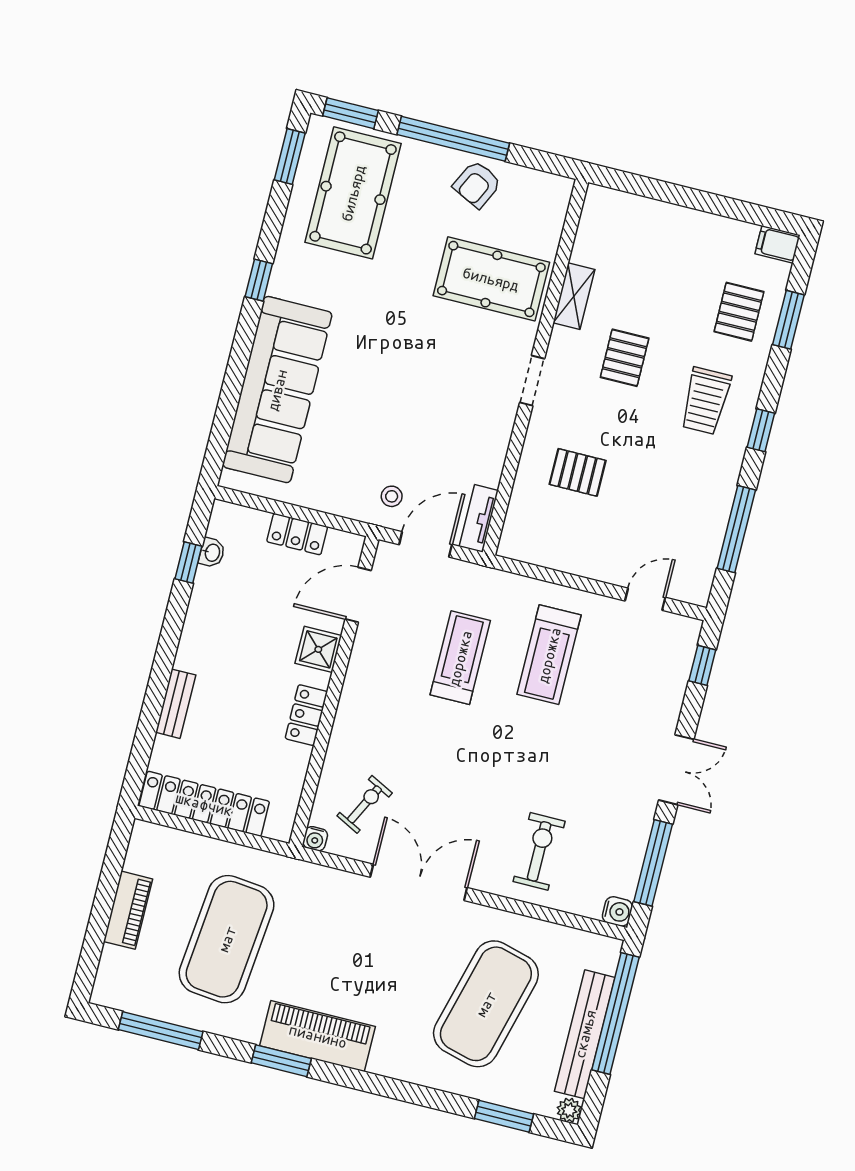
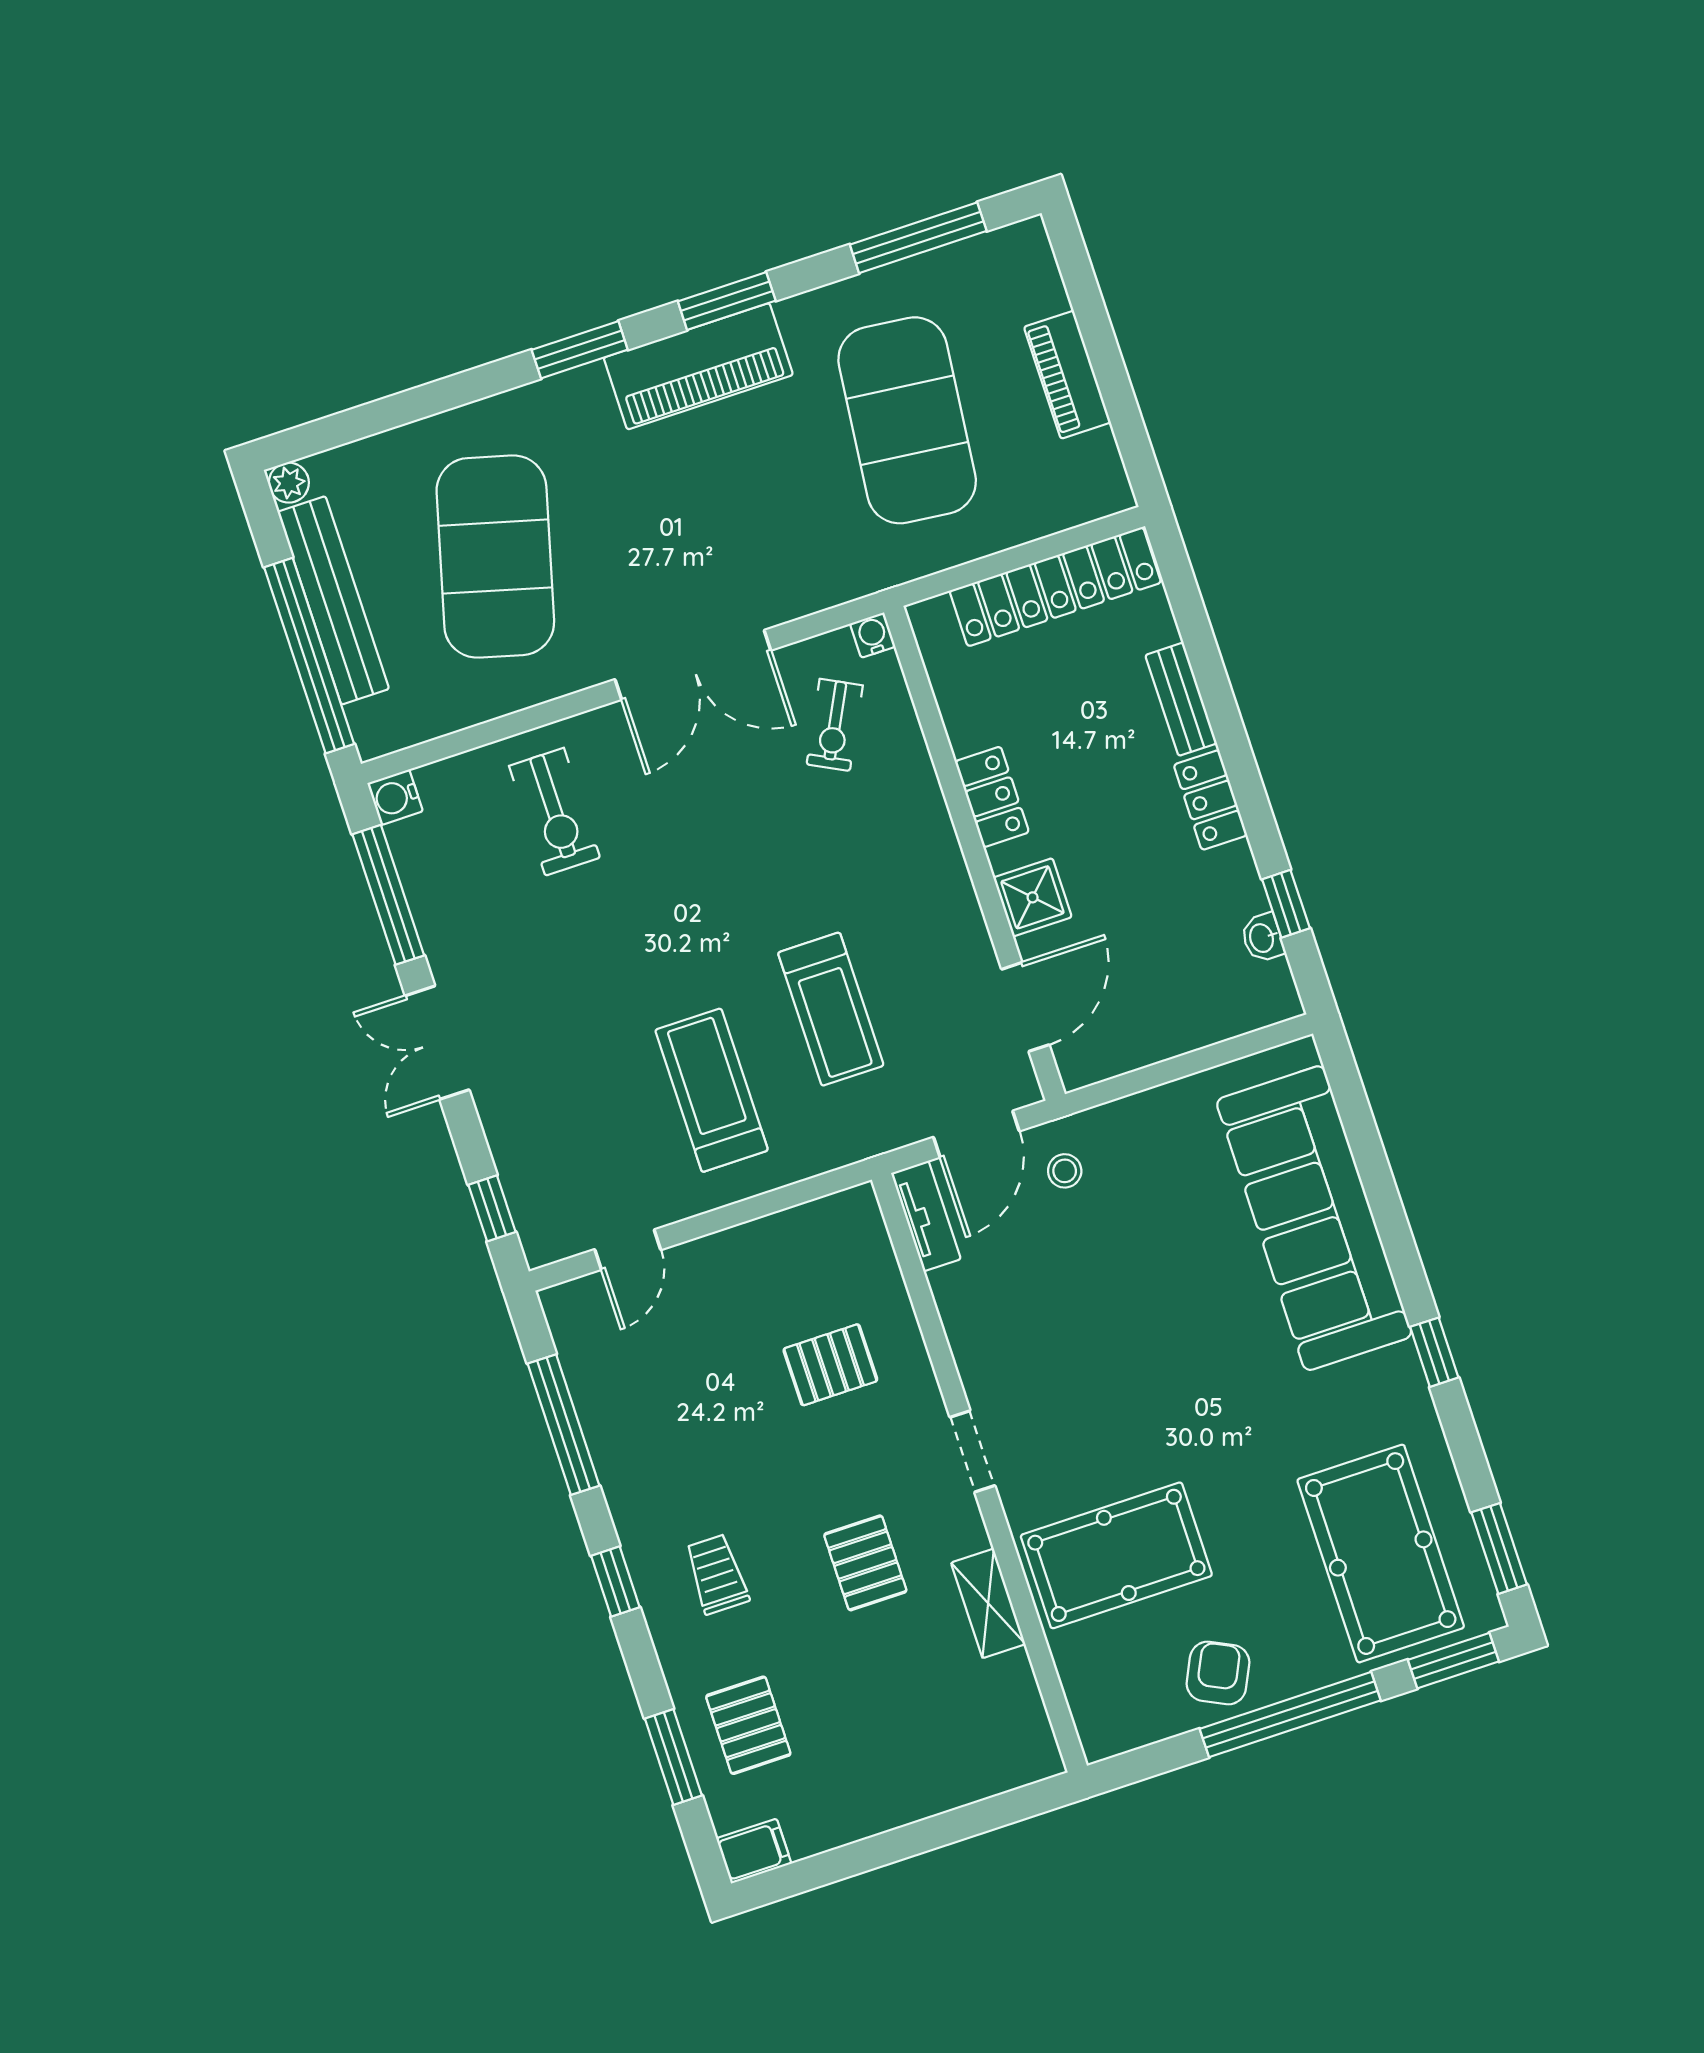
trolley: (706, 401) -> (717, 1574), width x0.73, depth x0.72
locker: (297, 534) -> (1210, 800), moved, turned -90
window: (504, 1116) -> (580, 350), moved

